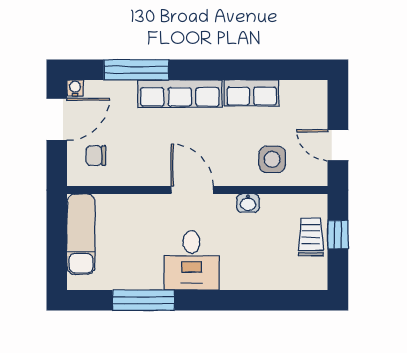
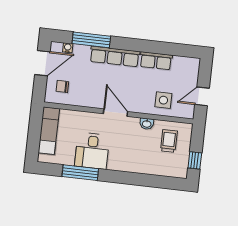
water cooler: (75, 88) -> (68, 48), moved
door: (338, 145) -> (202, 96), hinge flipped
window: (338, 235) -> (195, 160), moved
trolley: (311, 237) -> (169, 141), moved
desk: (192, 260) -> (92, 151), moved

